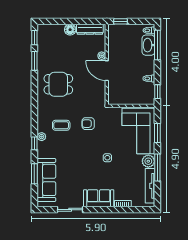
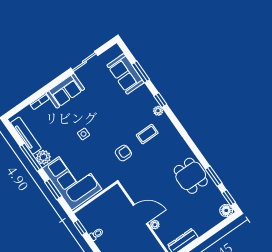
floor lamp: (70, 30) -> (226, 210), moved
dining table: (58, 84) -> (191, 176), moved, turned 90
sofa: (46, 180) -> (125, 74), width x0.73

